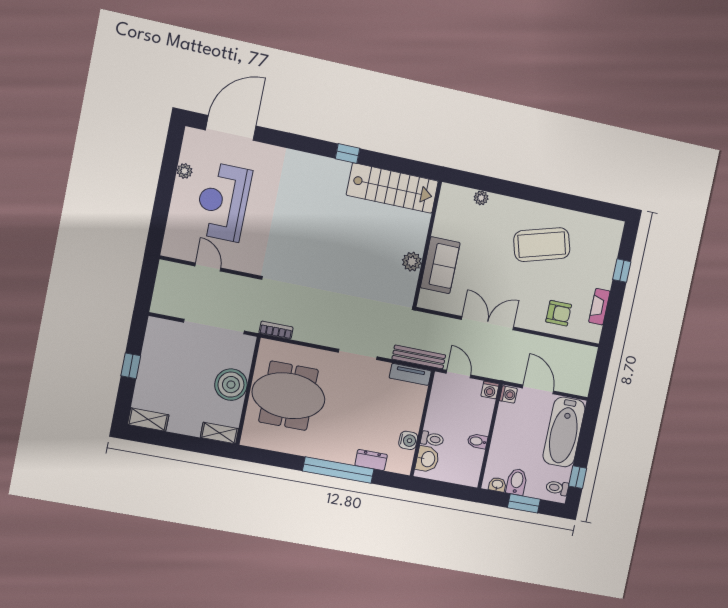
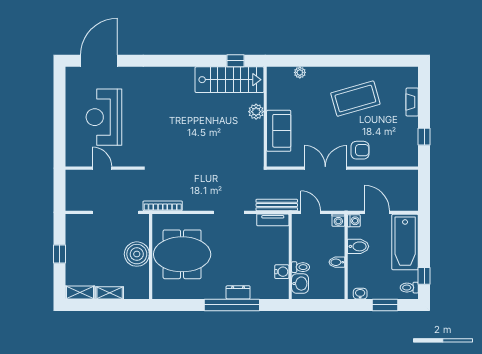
window: (348, 153) -> (235, 61), moved
plant: (184, 171) -> (71, 100), removed
plant: (412, 262) -> (256, 112), moved
window: (622, 271) -> (424, 137), moved
fireplace: (599, 307) -> (412, 102), moved
armchair: (559, 313) -> (360, 150), moved
bookcase: (276, 330) -> (163, 206), width x1.56
shelving: (219, 433) -> (110, 293), moved
dresser: (371, 460) -> (238, 292), moved
bidet: (517, 482) -> (358, 246), moved, turned 90

